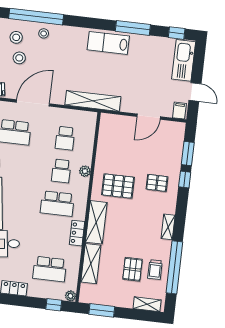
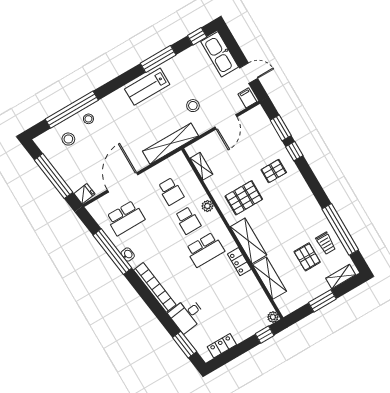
stool: (19, 58) -> (193, 106), moved
shelving: (168, 227) -> (201, 166), moved
school desk: (50, 269) -> (239, 308), removed
window: (102, 310) -> (322, 301), moved

